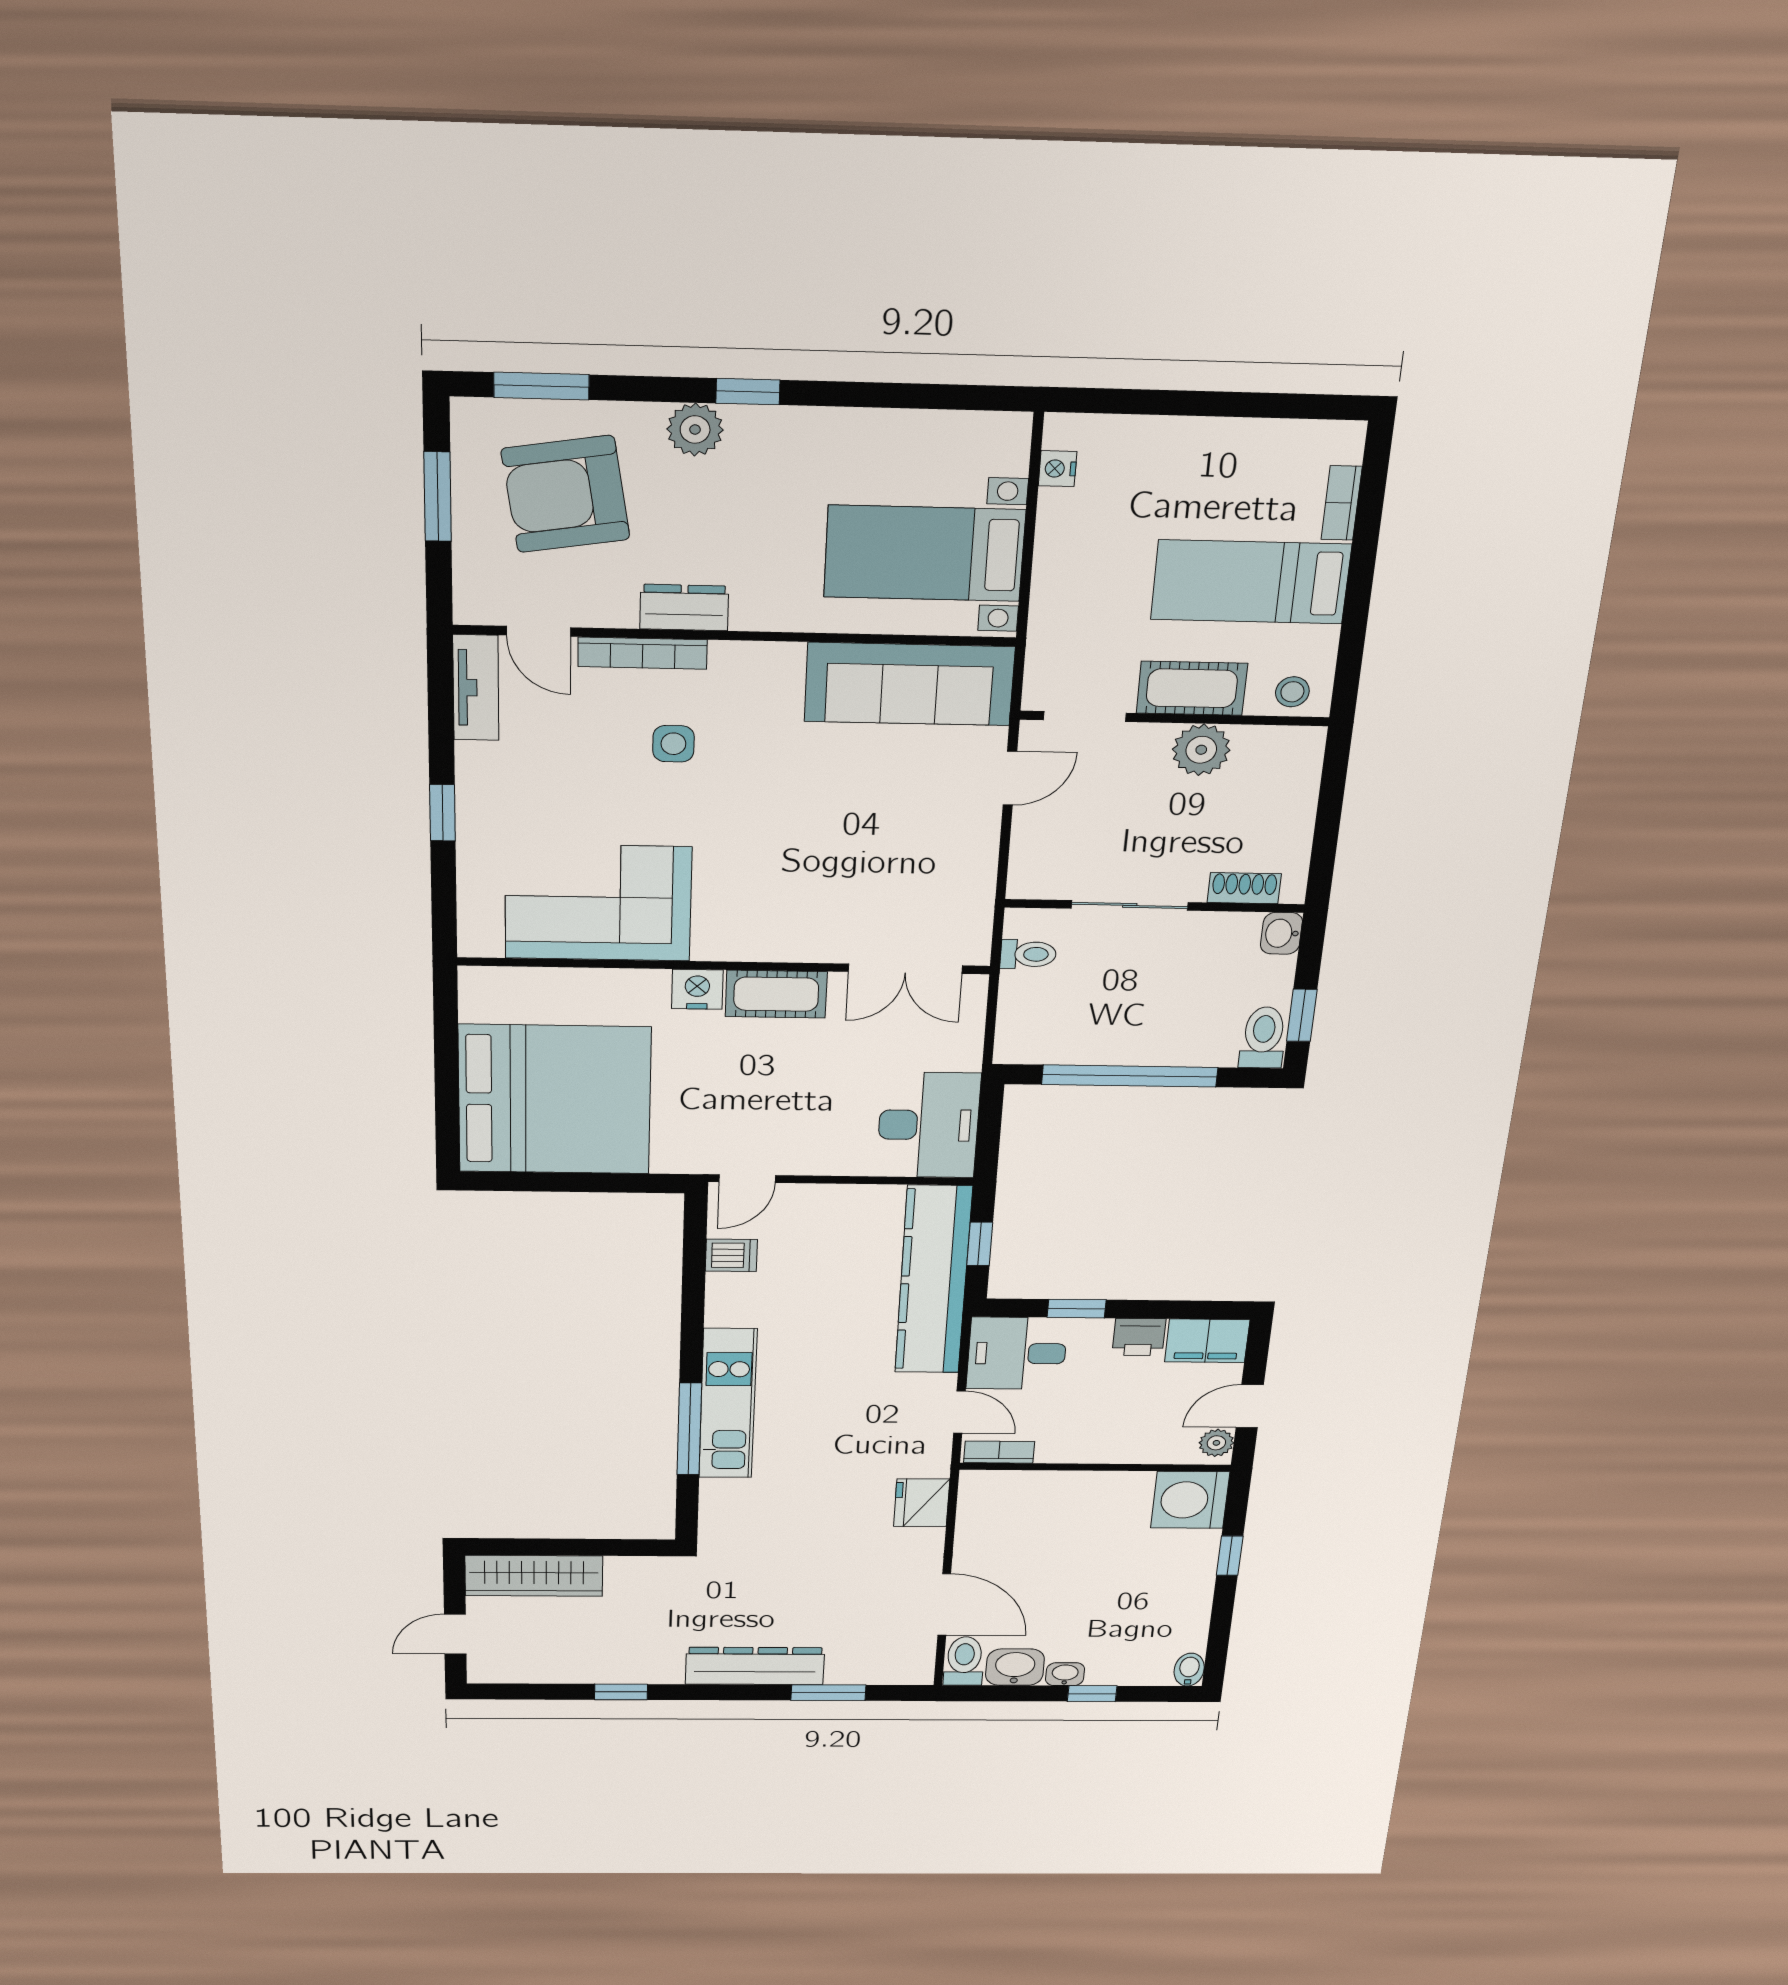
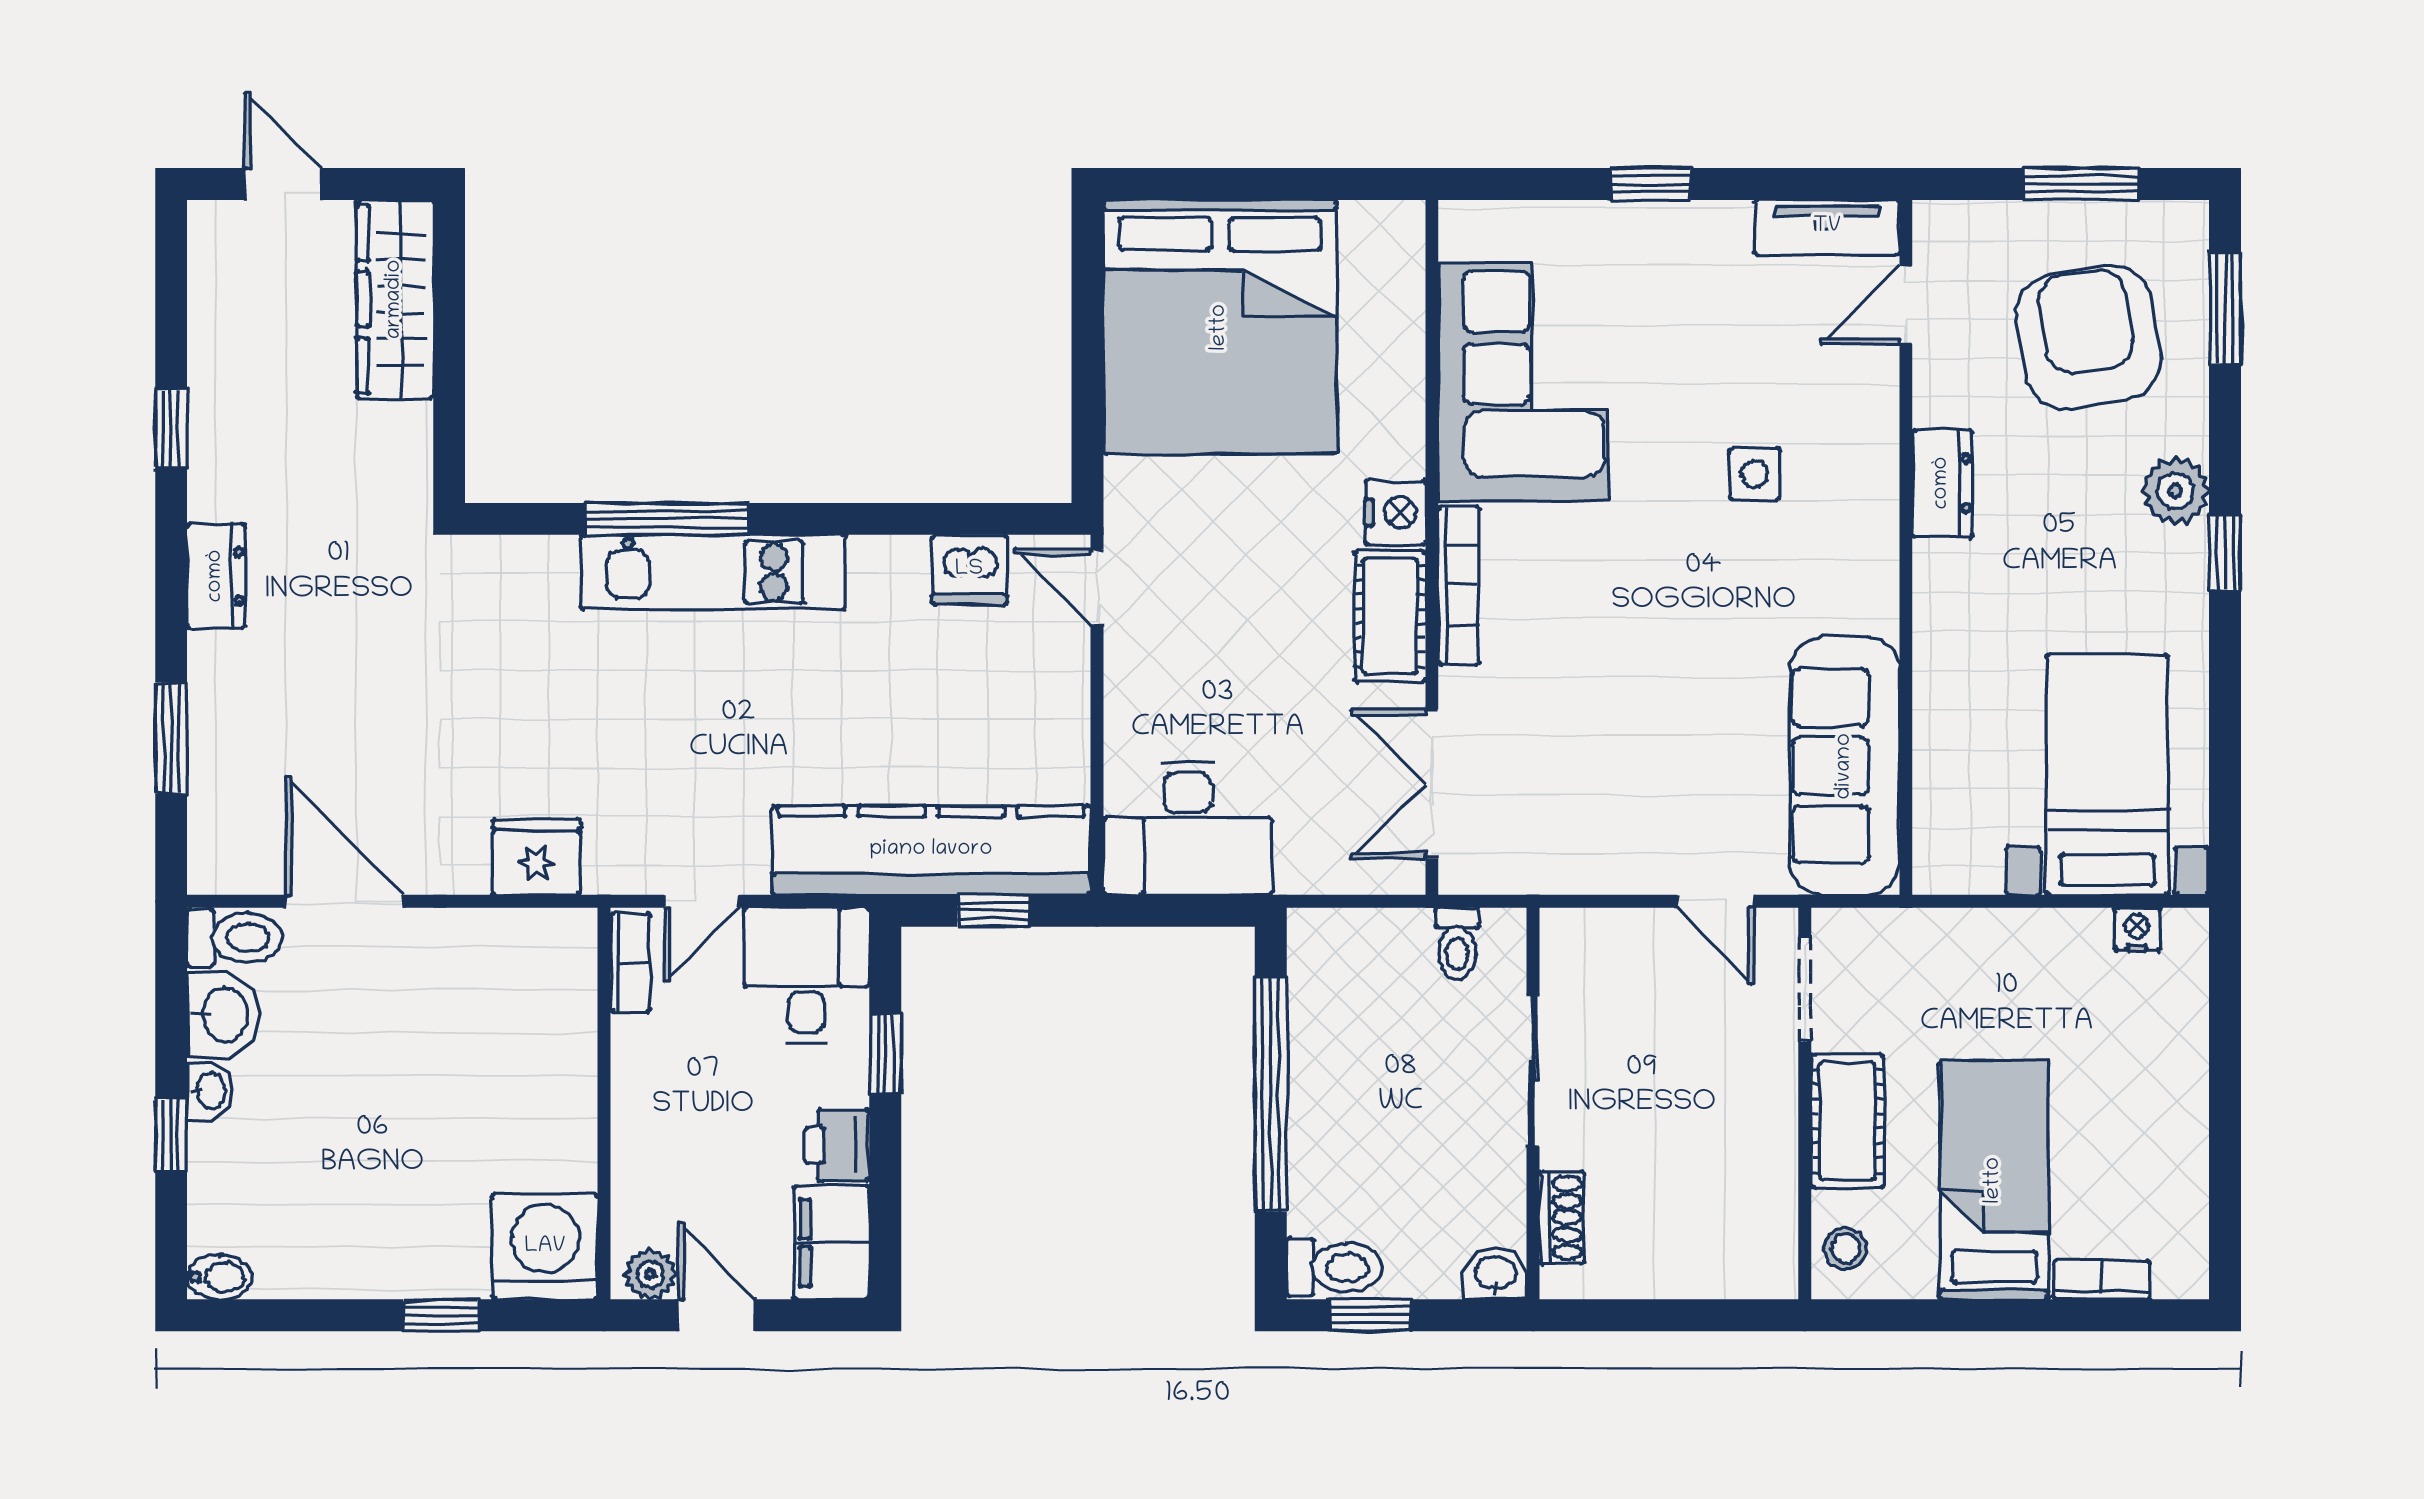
bed with nightstands: (924, 553) -> (2108, 775), moved
bookcase: (643, 653) -> (1459, 585), moved, turned 180
plant: (1201, 750) -> (1761, 1142), removed
dishwasher: (731, 1255) -> (969, 570), width x1.38
door: (944, 1604) -> (345, 901), swing flipped
dresser: (755, 1666) -> (216, 576), width x0.51, depth x0.80

